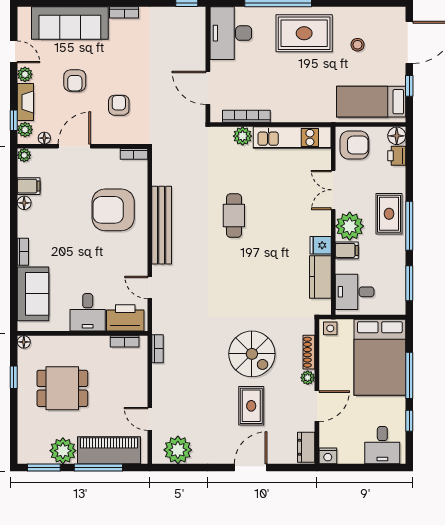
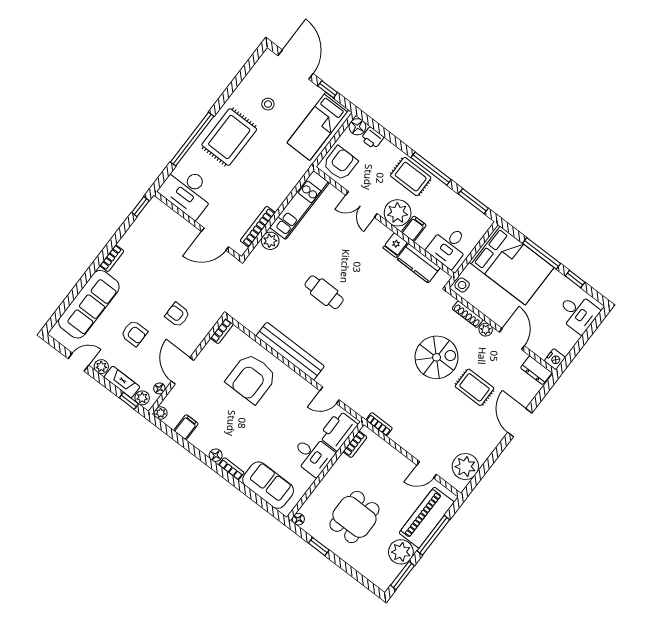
floor lamp: (24, 203) -> (216, 455), moved

